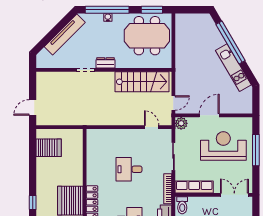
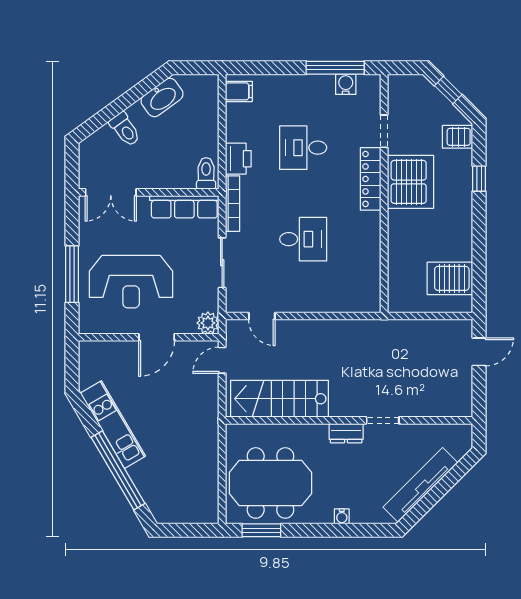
window: (107, 10) -> (343, 530), removed

